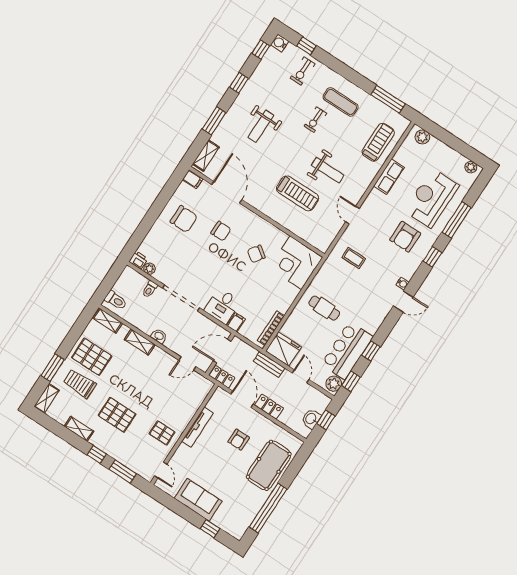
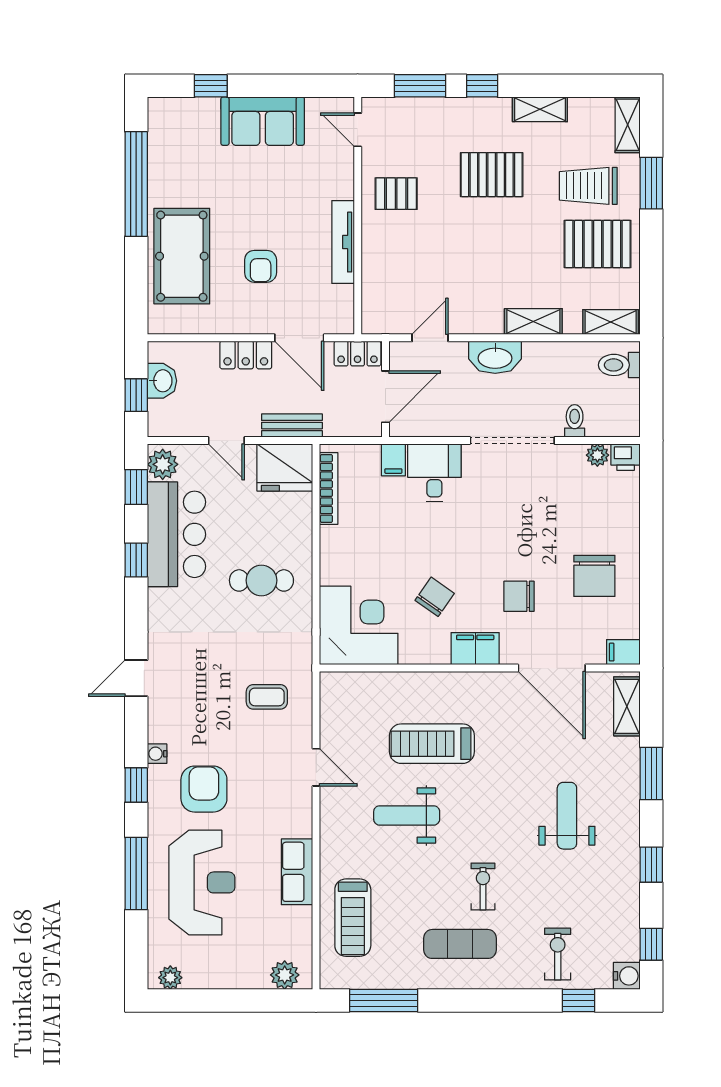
chair: (184, 219) -> (594, 576), turned -90
filing cabinet: (254, 221) -> (475, 649), added
water cooler: (403, 284) -> (157, 754), moved
washbasin: (159, 336) -> (495, 357), width x1.91, depth x1.45
trolley: (80, 384) -> (588, 186), turned 180
armchair: (239, 440) -> (261, 266), turned 180

